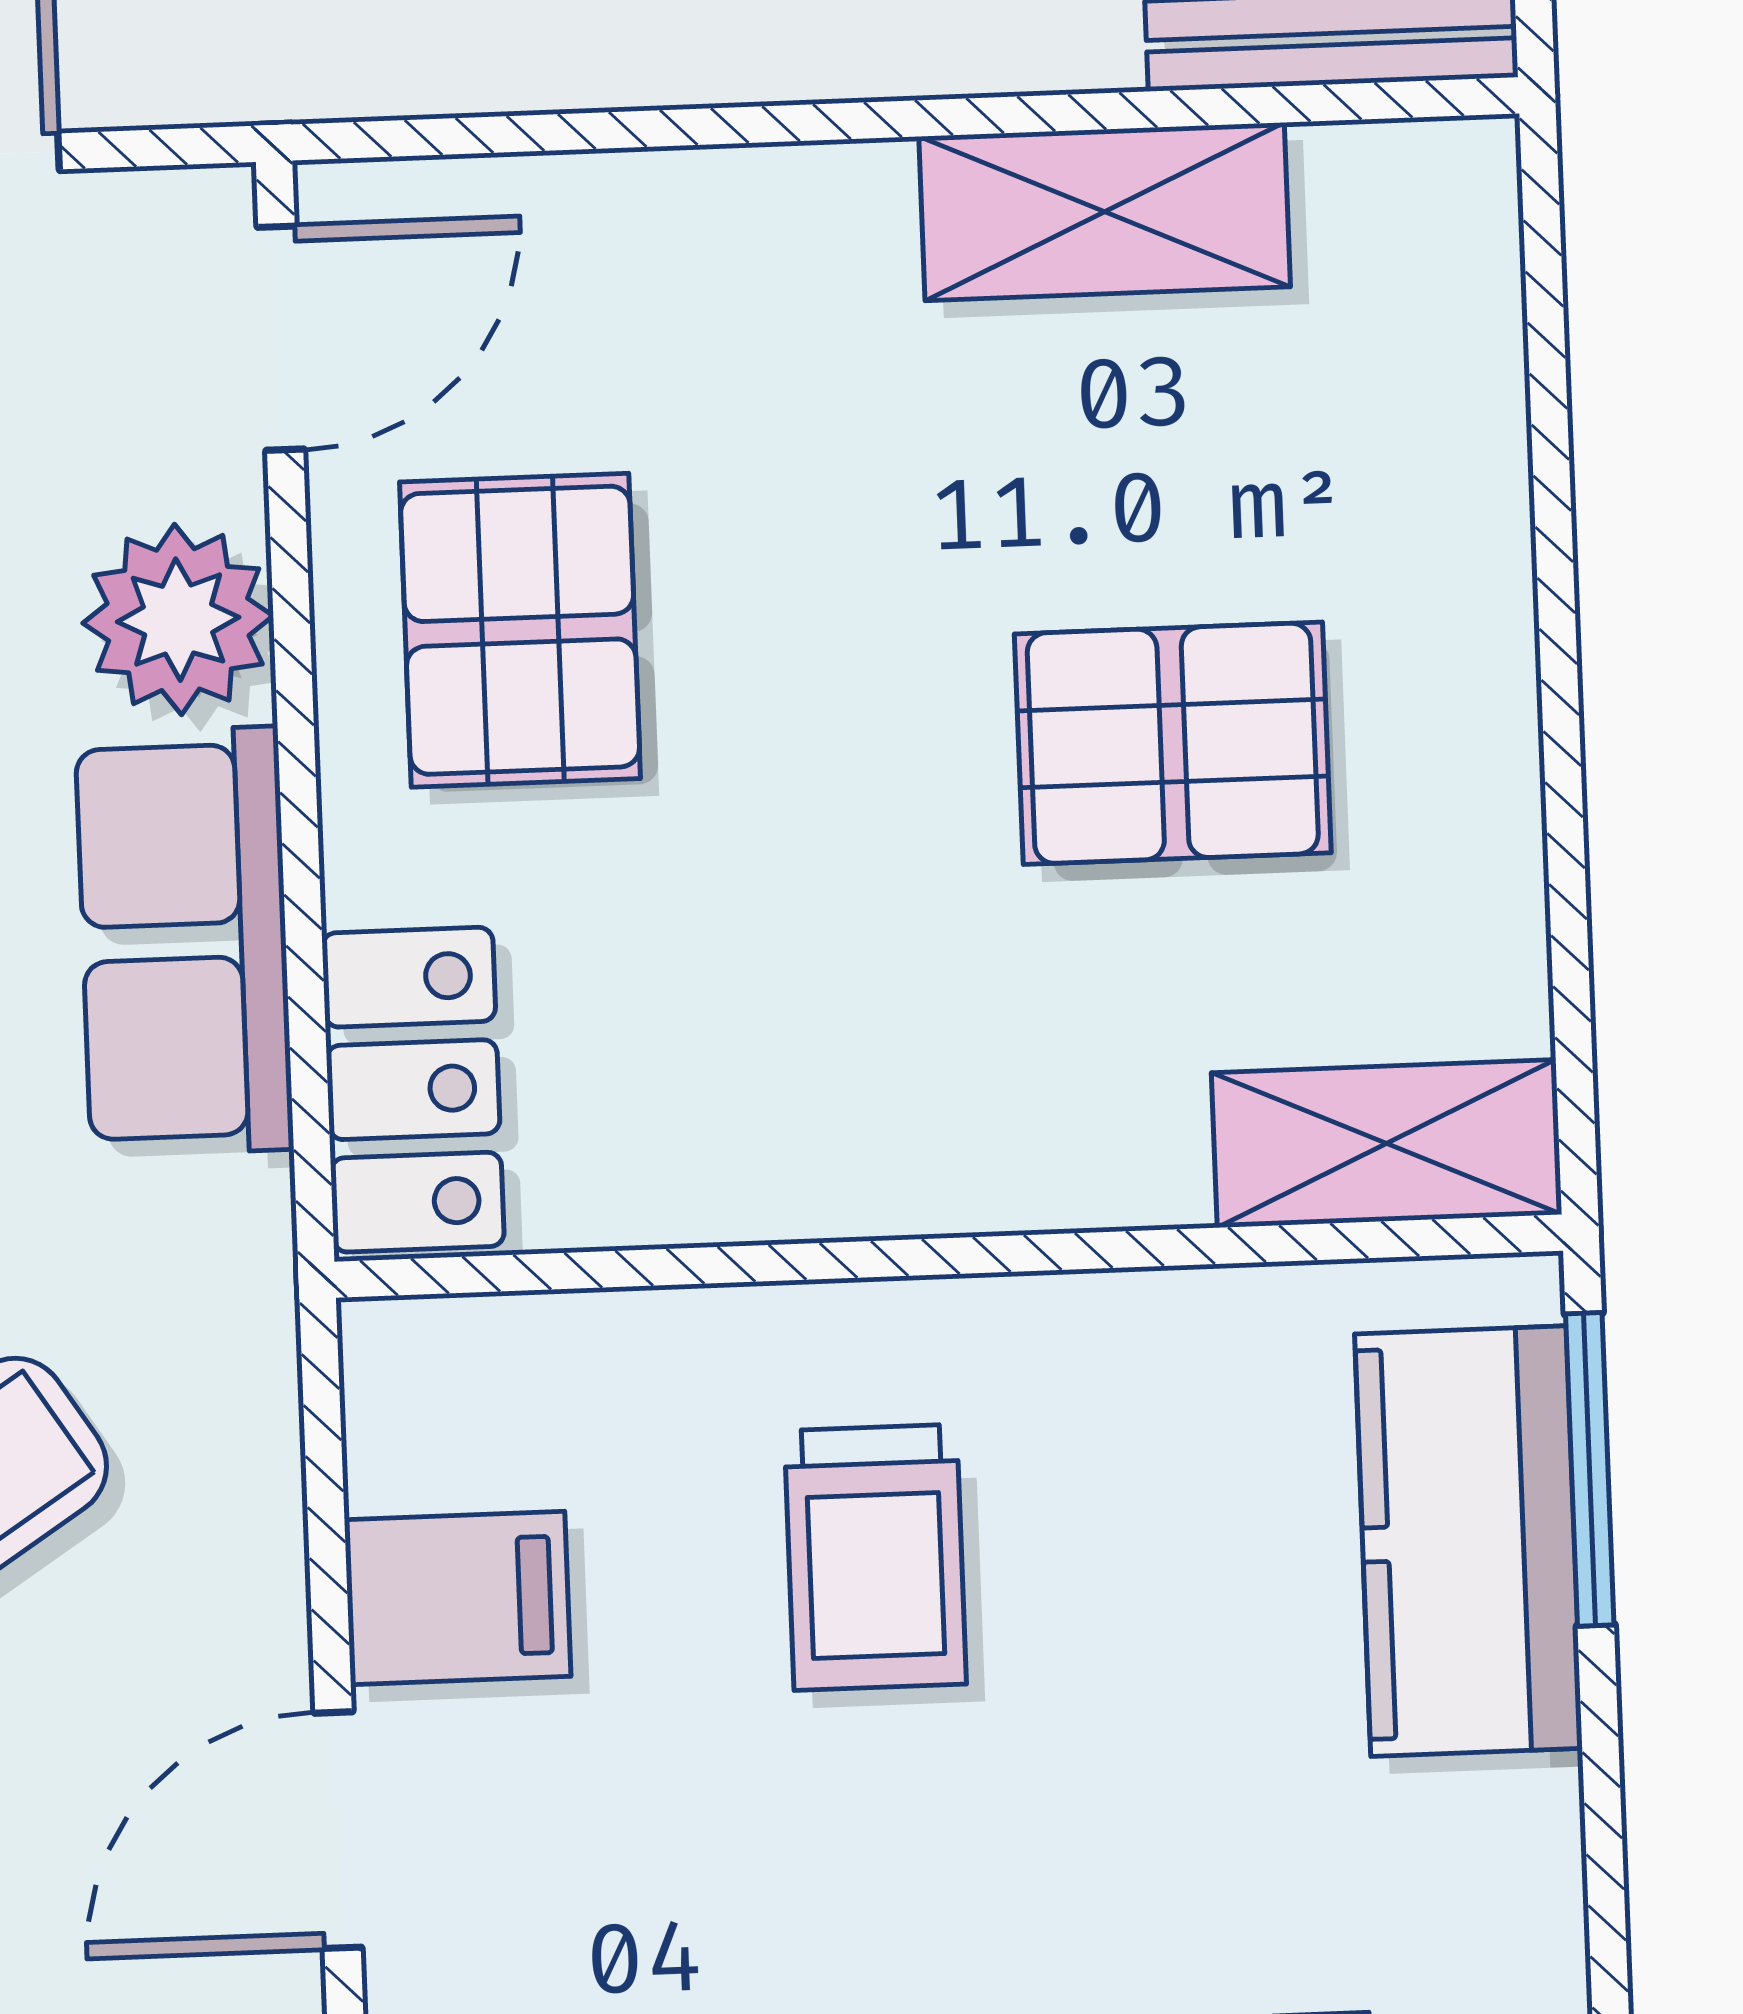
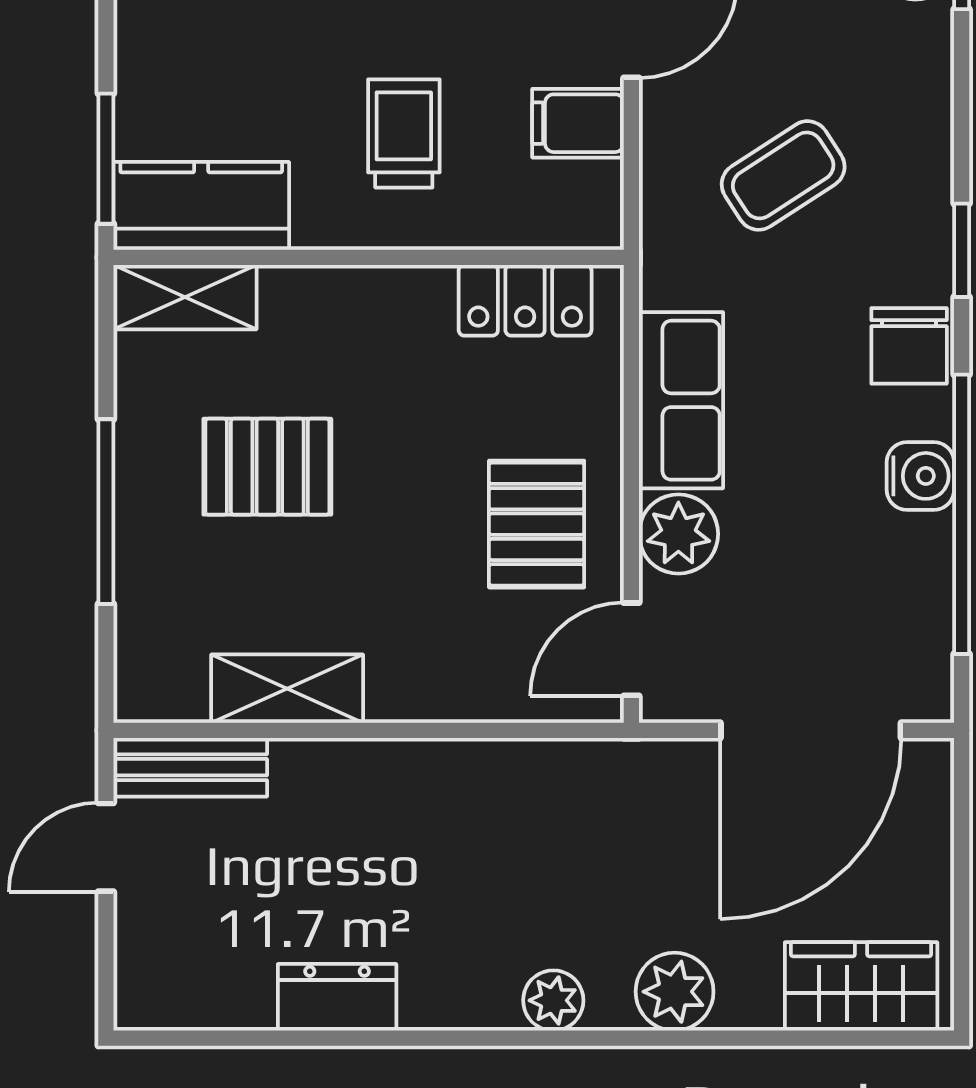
window: (1557, 620) -> (106, 512), added
locker: (413, 1090) -> (525, 300), moved, turned -90
kitchen counter: (1469, 1541) -> (201, 206), moved, turned -90

